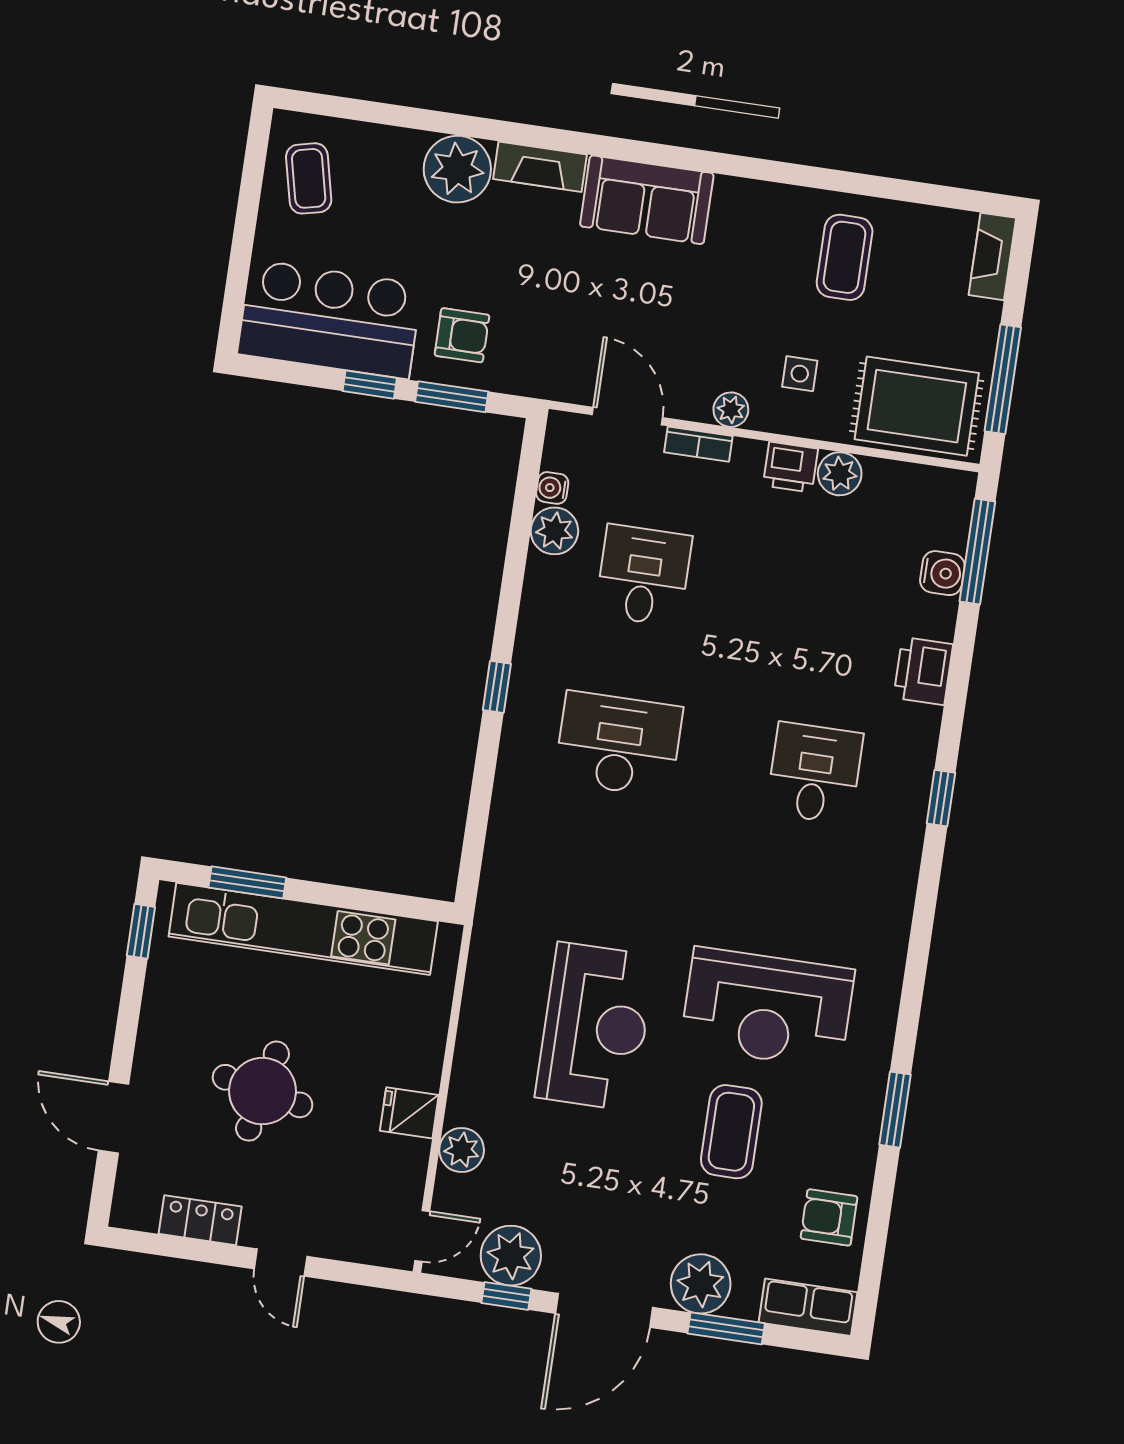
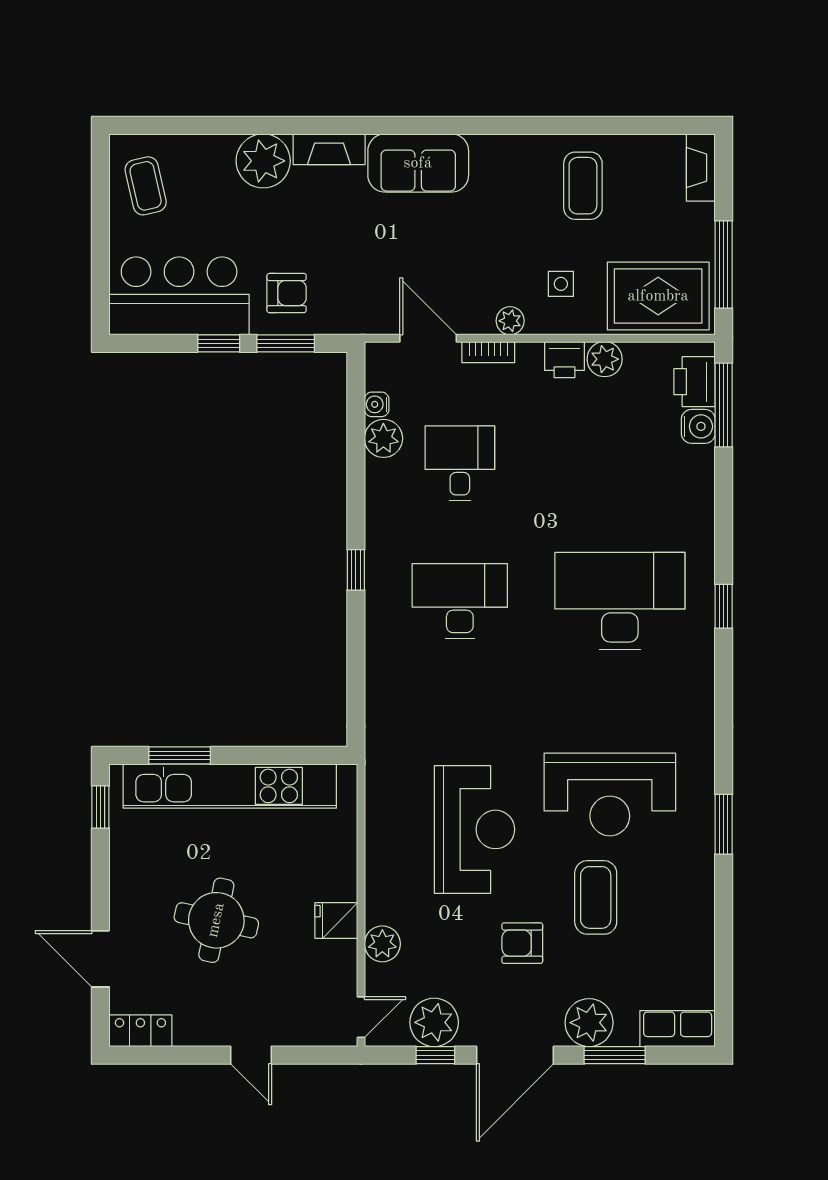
printer: (923, 671) -> (695, 382), moved
desk: (815, 773) -> (620, 601), width x1.87, depth x1.30
window: (895, 1110) -> (724, 824), moved
armchair: (829, 1217) -> (522, 943), moved
locker: (200, 1220) -> (140, 1031), moved

